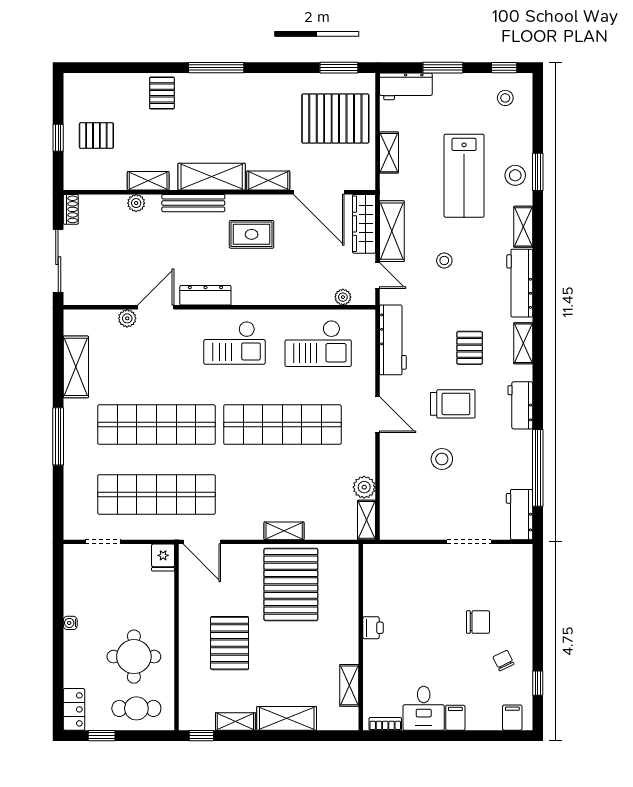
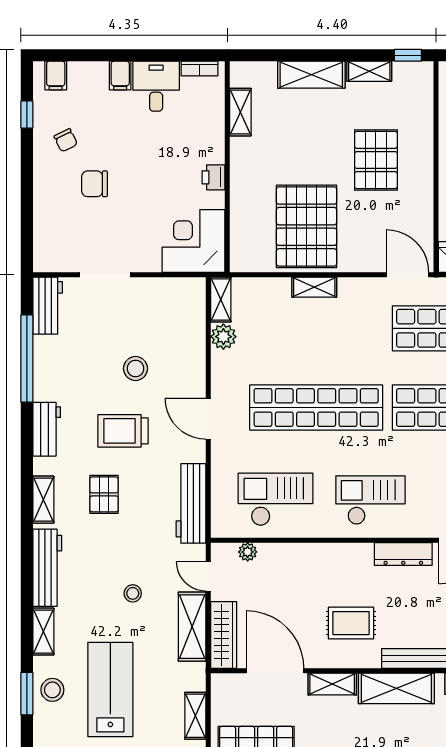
corner desk: (391, 572) -> (194, 241), added

